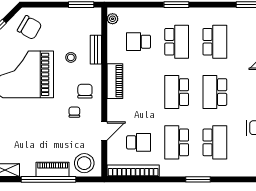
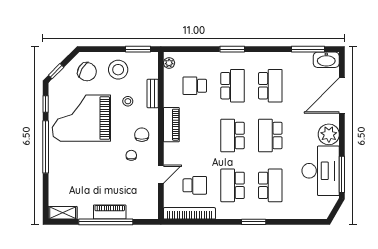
stool: (84, 163) -> (118, 70), moved

